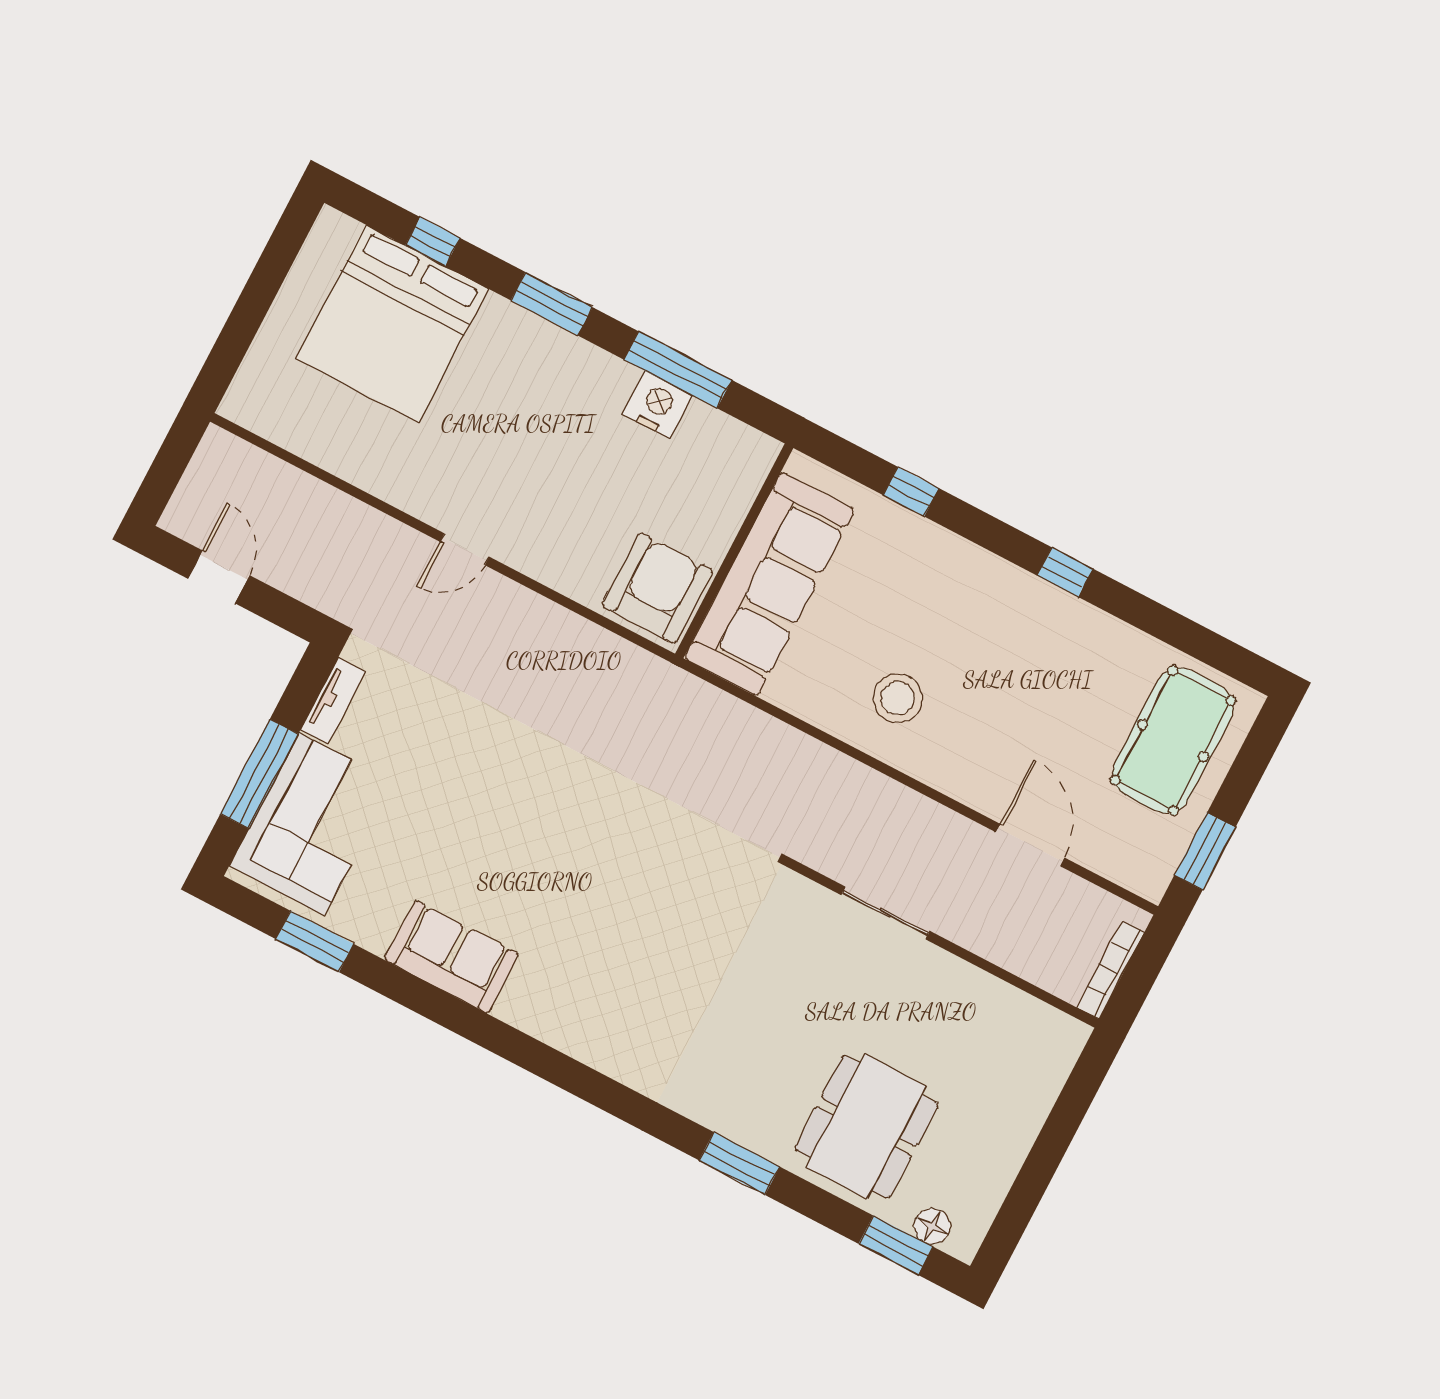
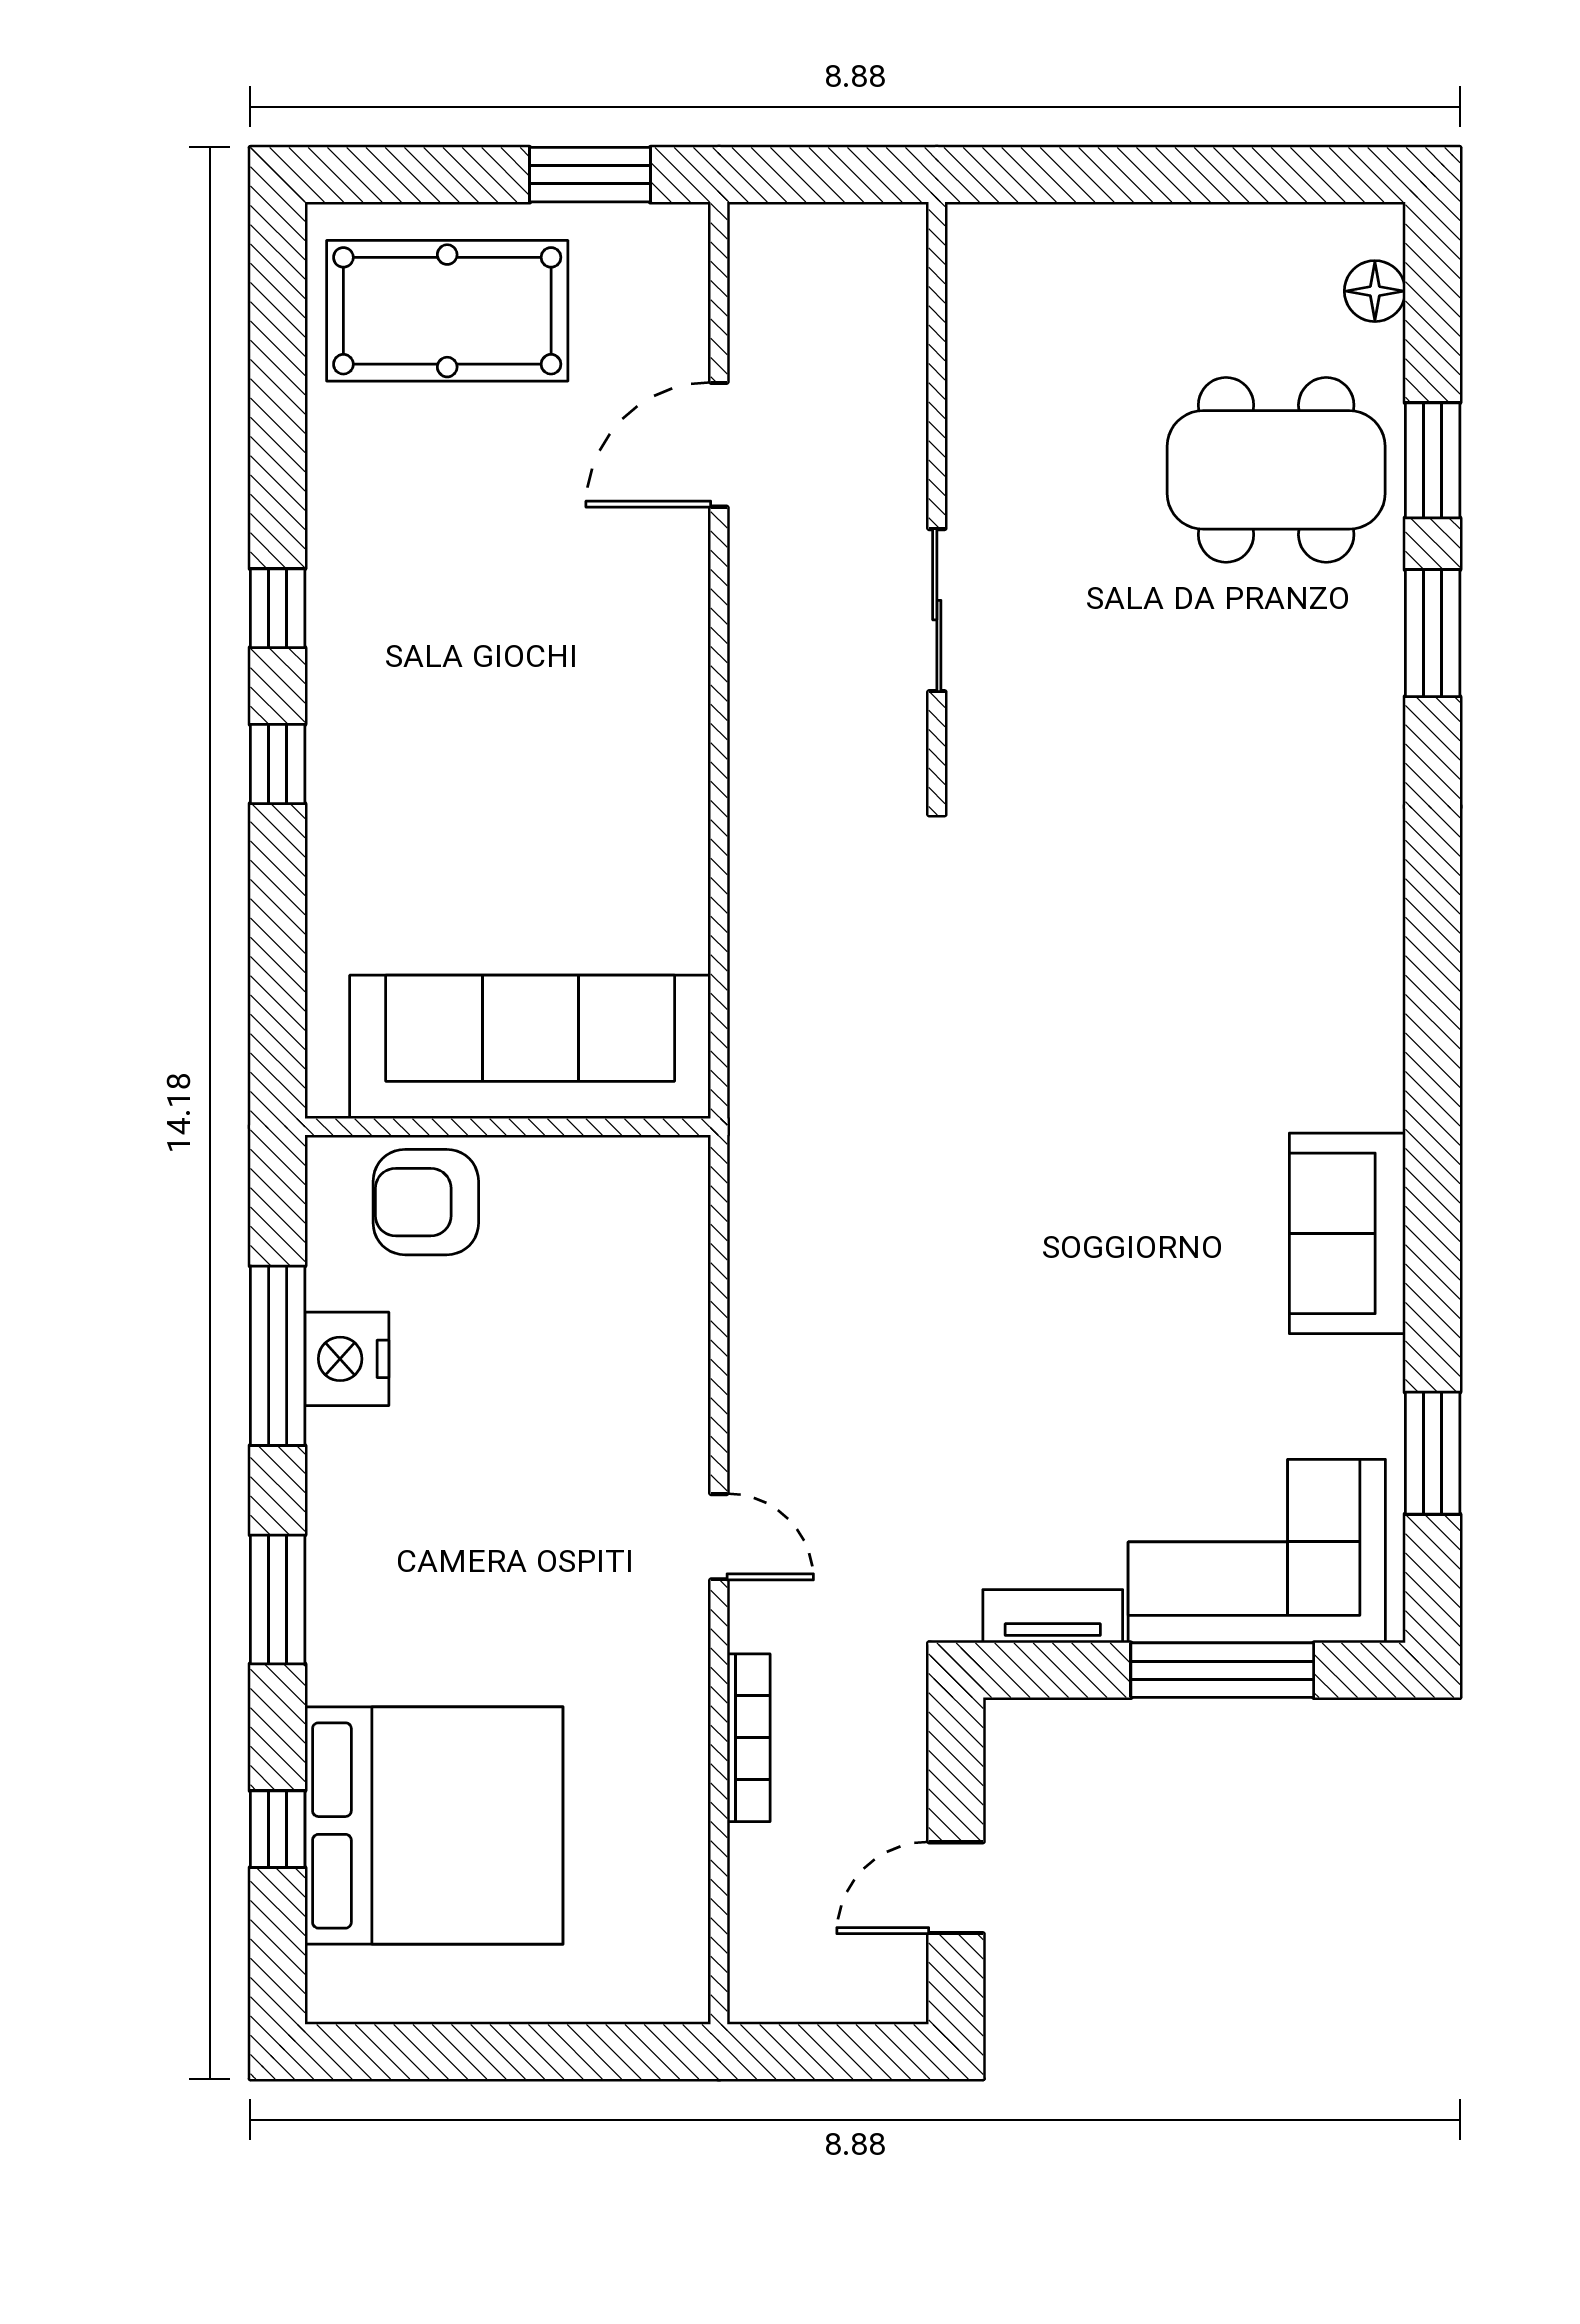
window: (911, 492) -> (278, 764), moved
armchair: (657, 588) -> (426, 1202), moved, width x0.73, depth x0.73
stool: (898, 698) -> (601, 762), removed
bookcase: (1111, 970) -> (749, 1738), moved, turned -90
window: (896, 1245) -> (1433, 460), moved

